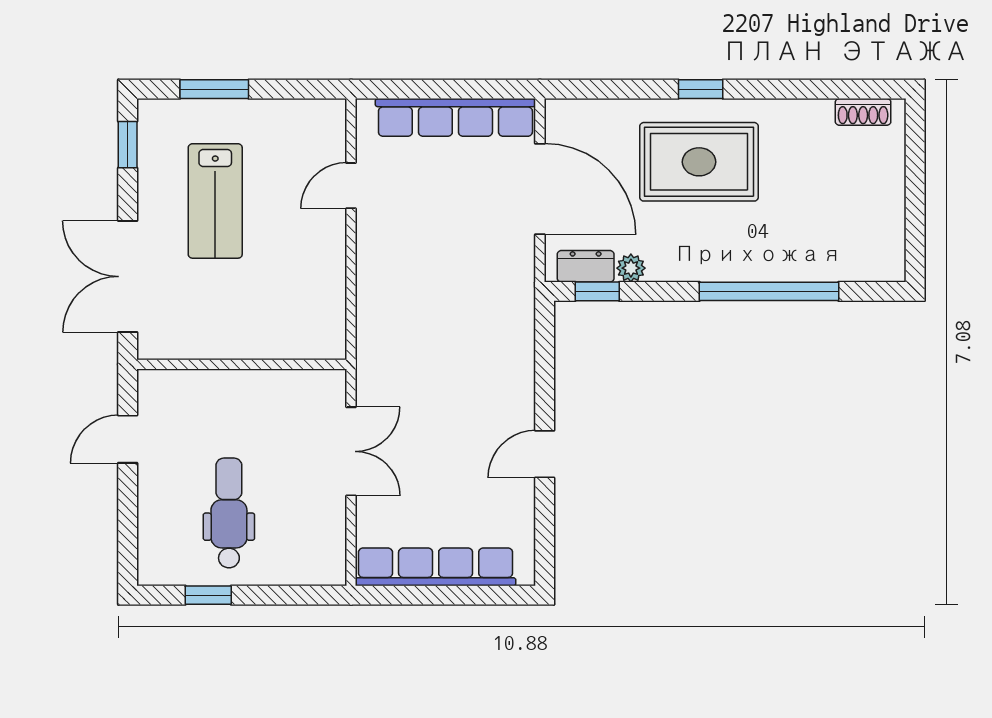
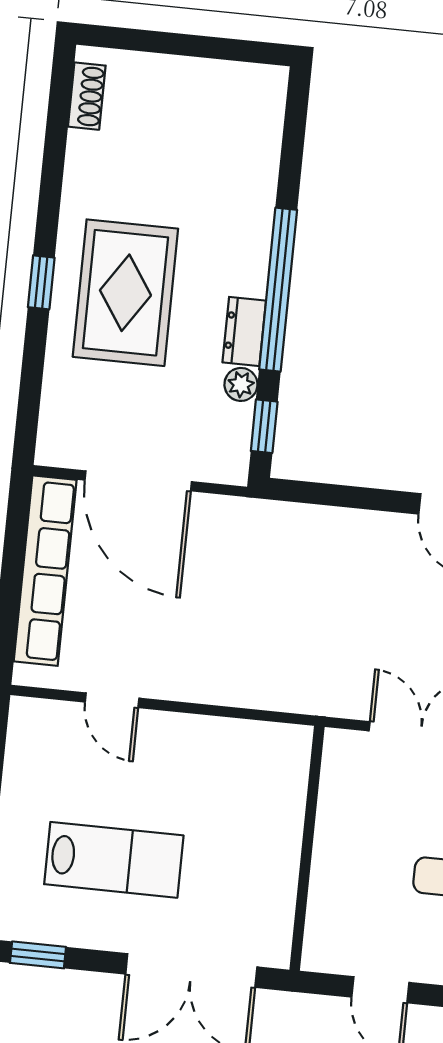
door: (540, 189) -> (138, 481), swing flipped
dresser: (586, 266) -> (244, 332), moved
window: (769, 291) -> (278, 290), moved

